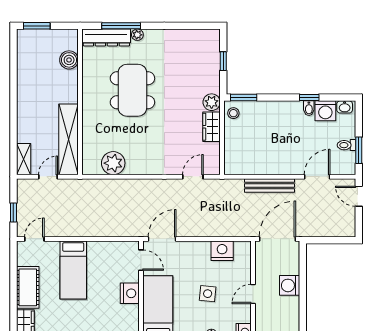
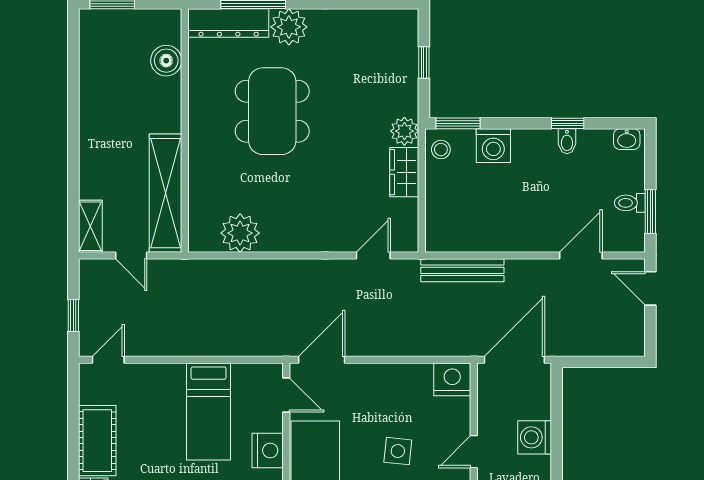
plant: (137, 35) -> (289, 27), width x1.88, depth x1.88
washing machine: (325, 111) -> (493, 146), moved
door: (48, 177) -> (131, 256), swing flipped
bench: (270, 185) -> (462, 270), moved
nightstand: (222, 251) -> (452, 379), moved
bed: (73, 270) -> (209, 412), moved

